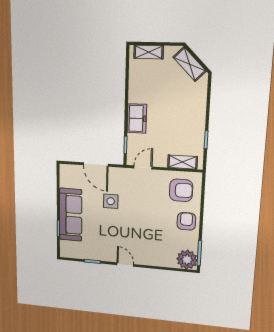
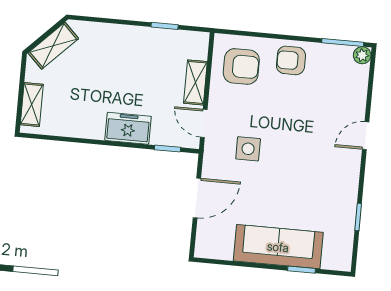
shelving: (183, 162) -> (195, 82), moved
armchair: (181, 190) -> (241, 66), turned 90
side table: (111, 201) -> (248, 149), moved
plant: (187, 260) -> (362, 55), width x0.53, depth x0.53
door: (125, 265) -> (366, 136), moved

